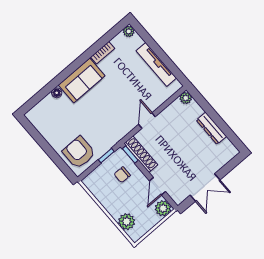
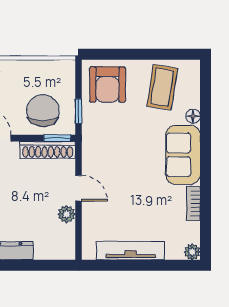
plant: (186, 98) -> (67, 214), moved
coffee table: (55, 122) -> (162, 87), added
armchair: (79, 152) -> (108, 84), turned 90
chair: (122, 175) -> (43, 111), width x1.87, depth x1.87

